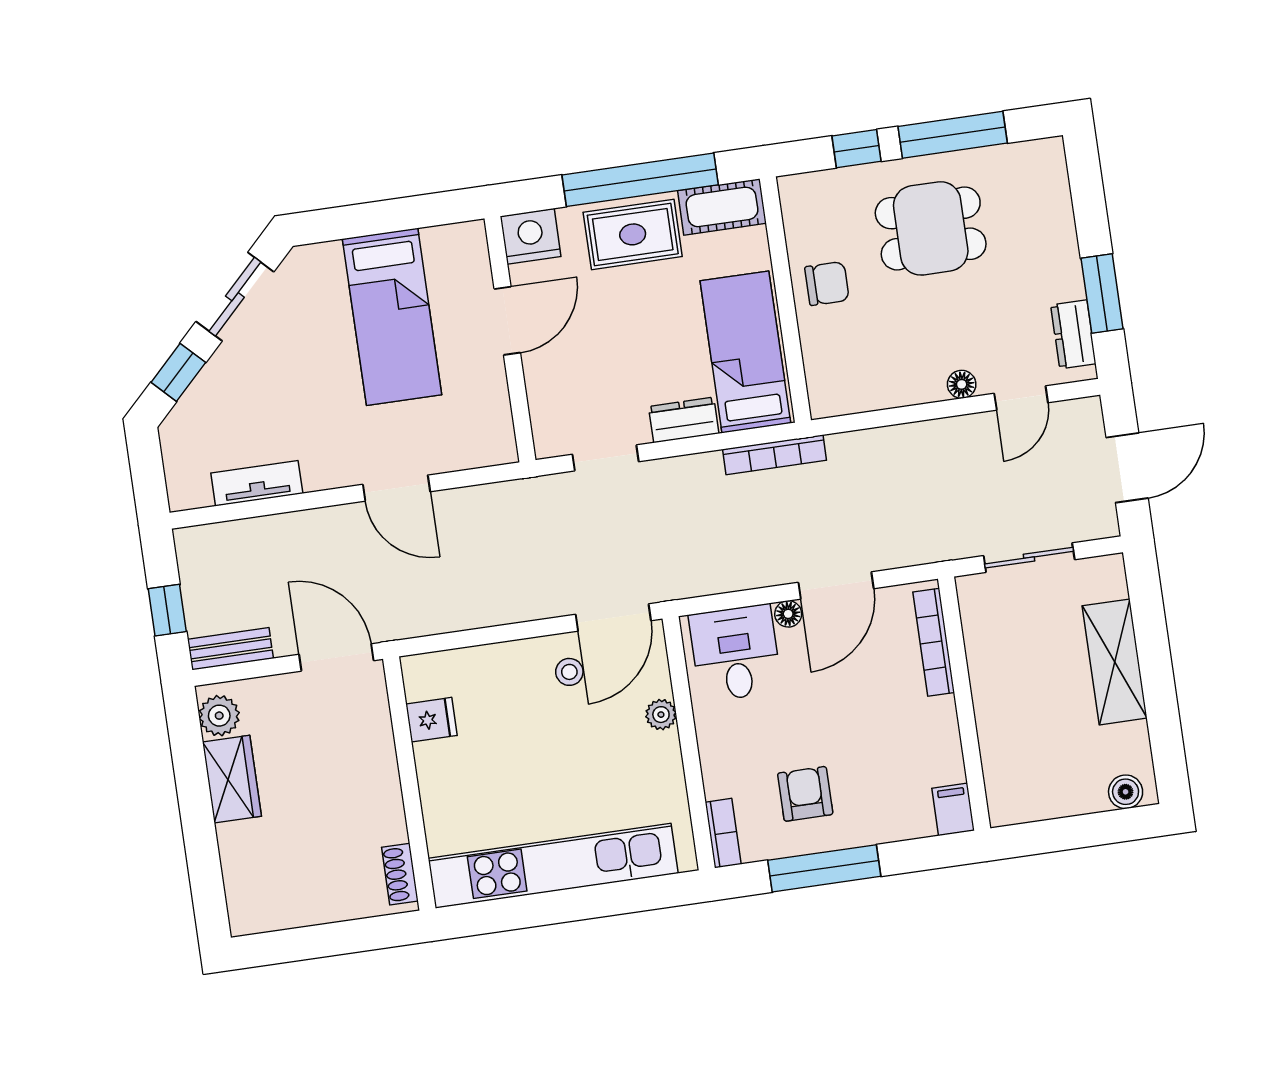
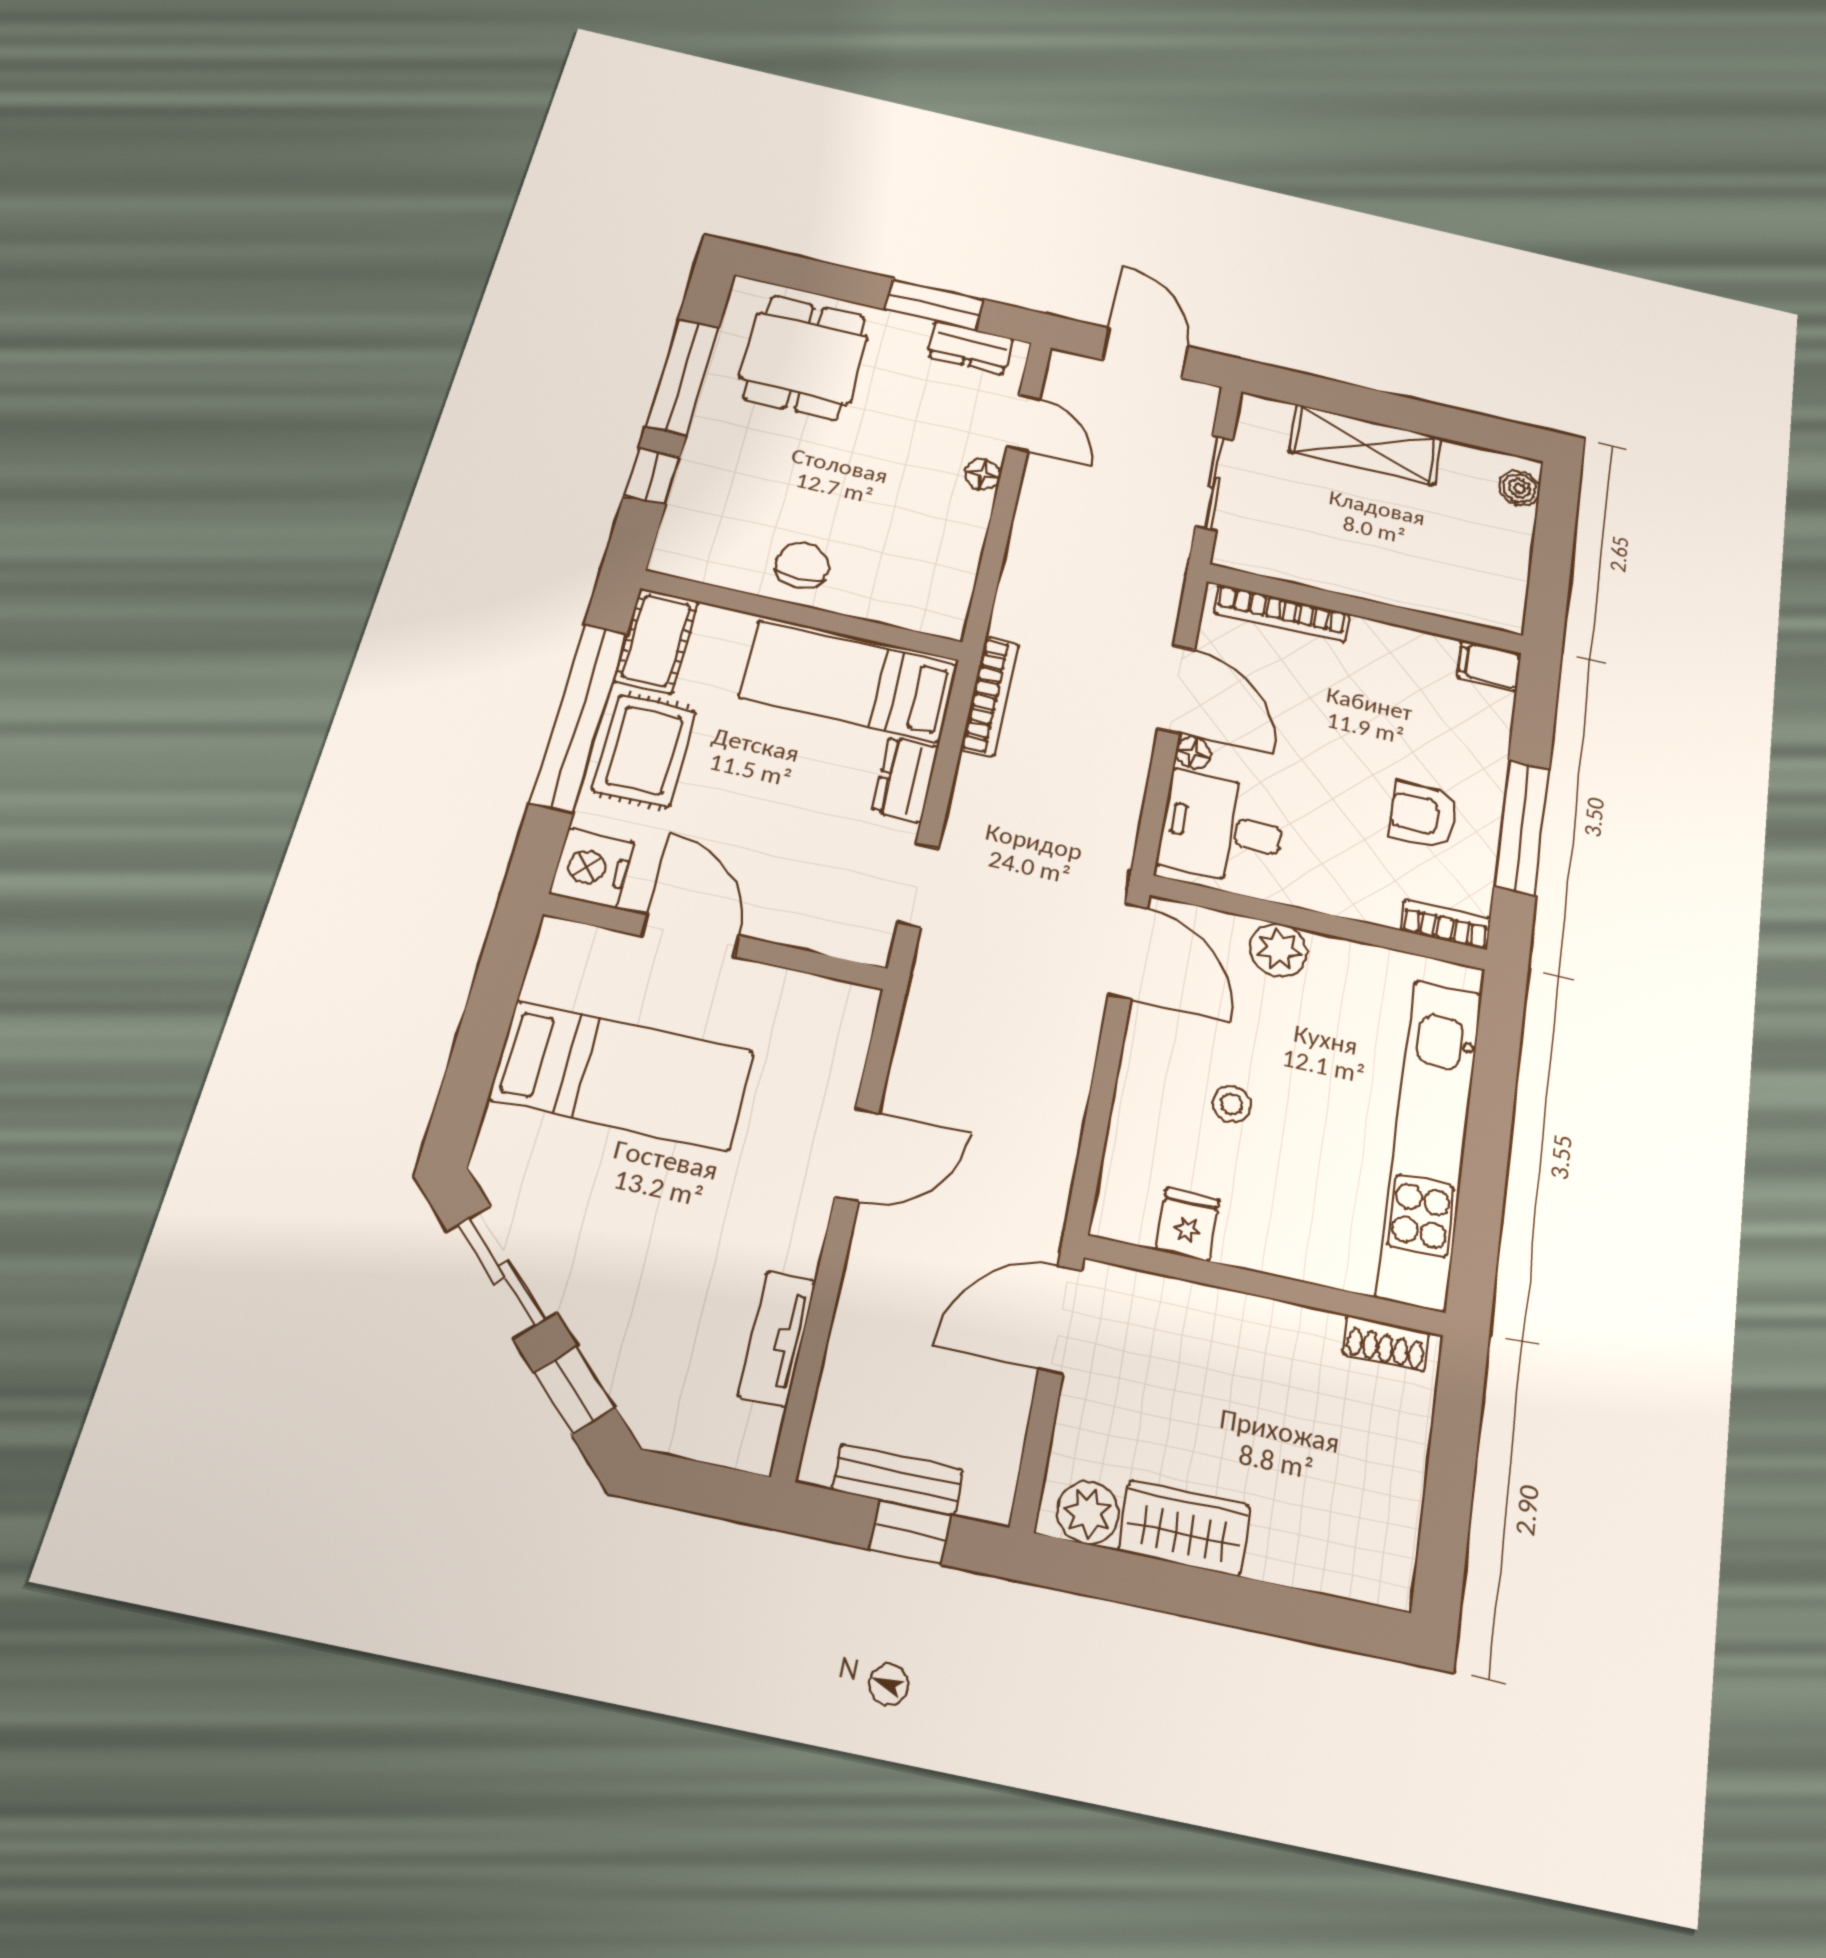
dining table: (931, 228) -> (804, 358), moved
bench: (230, 649) -> (897, 1480), moved, turned 90
stool: (569, 672) -> (1232, 1104), moved
plant: (661, 715) -> (1279, 950), width x1.38, depth x1.38

